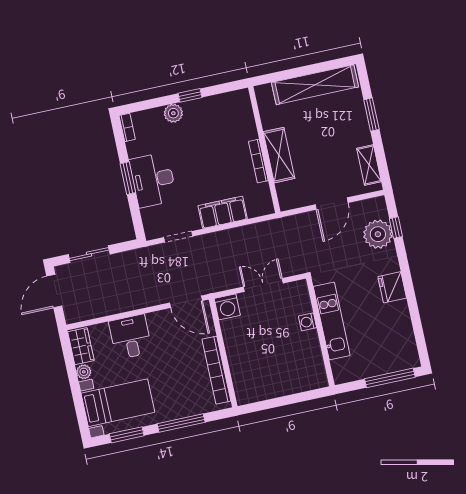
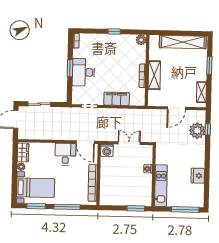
plant: (173, 113) -> (141, 40), moved
fridge: (392, 287) -> (198, 176), moved
kitchen unit: (332, 321) -> (161, 186), moved
desk: (130, 337) -> (65, 154), moved
window: (303, 397) -> (136, 208), added

